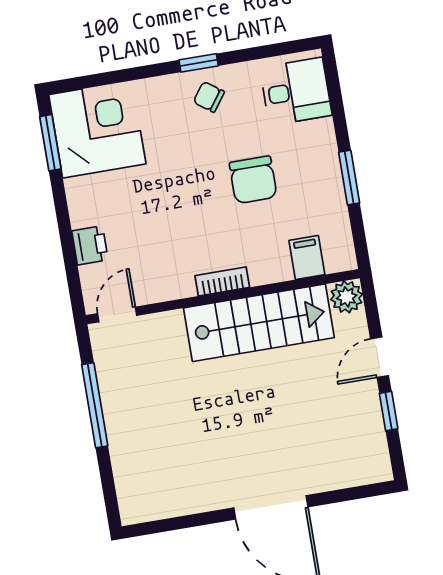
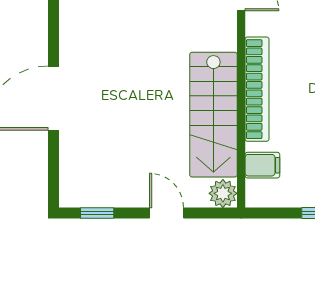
bookcase: (222, 281) -> (257, 89), width x2.31, depth x1.31
window: (389, 411) -> (97, 213), moved

